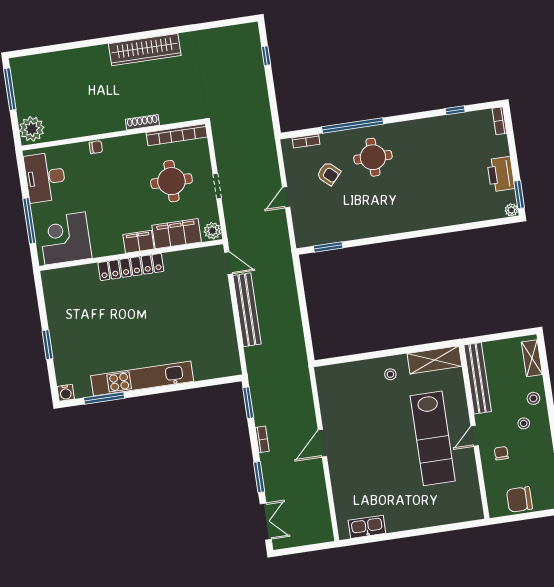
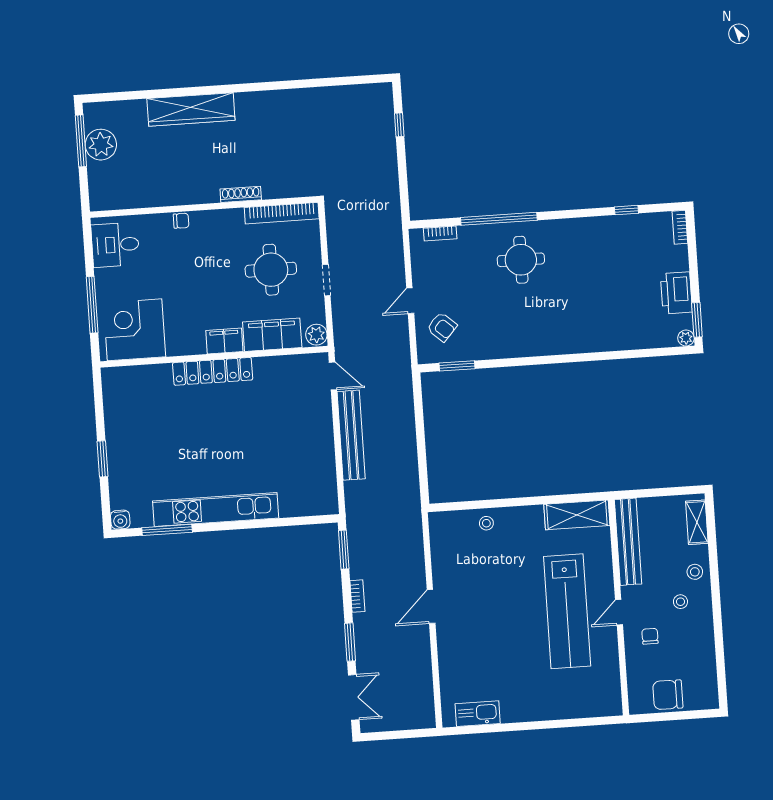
wardrobe: (145, 50) -> (191, 109), moved
plant: (32, 129) -> (101, 145), moved
armchair: (329, 174) -> (442, 327), moved
desk: (45, 177) -> (115, 245), width x0.73
stool: (390, 374) -> (486, 523), moved

